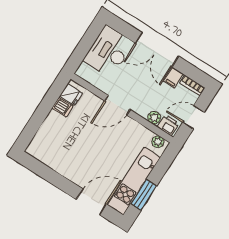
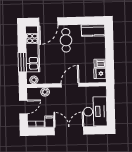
printer: (168, 125) -> (34, 93), removed
kitchen counter: (43, 153) -> (93, 30), added
cafe table: (85, 164) -> (66, 40), added
window: (144, 195) -> (22, 62), moved

